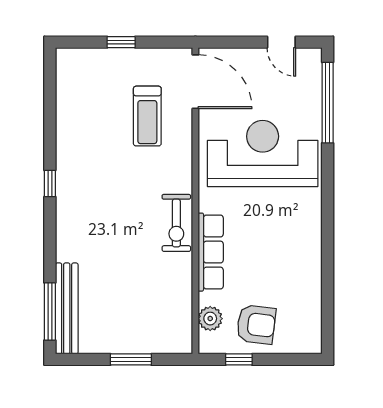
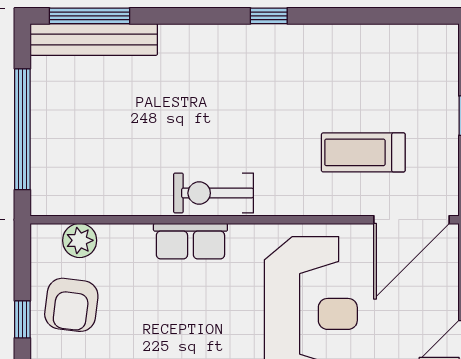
row of seats: (211, 252) -> (190, 241), width x0.68
window: (131, 359) -> (22, 129), width x2.11
window: (239, 359) -> (22, 319), moved

